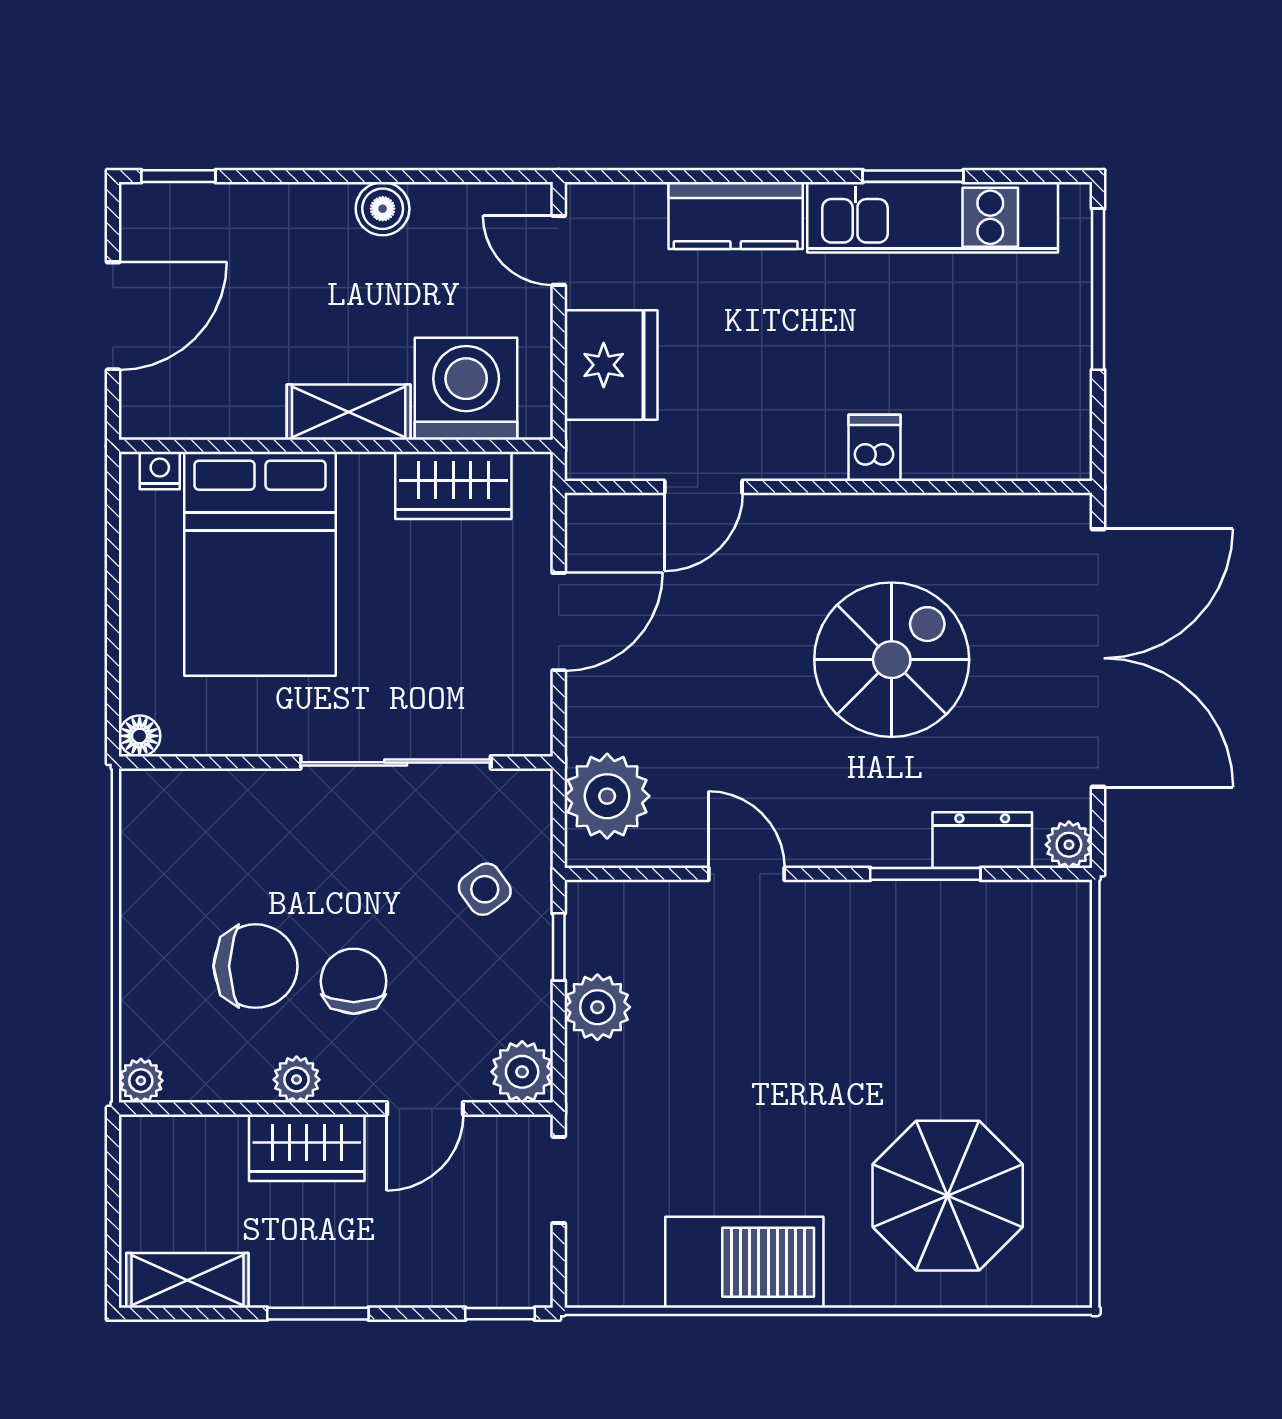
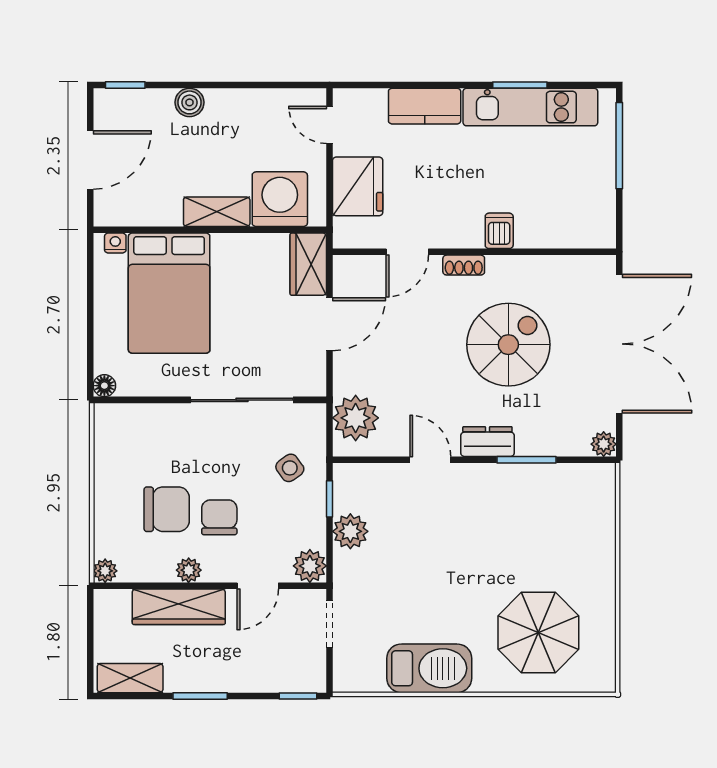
boiler: (383, 209) -> (189, 102), moved
wardrobe: (453, 485) -> (308, 264), moved, turned 90
shoe rack: (809, 512) -> (464, 265), added
dresser: (982, 840) -> (487, 442), moved
wardrobe: (307, 1148) -> (179, 607), width x1.50

